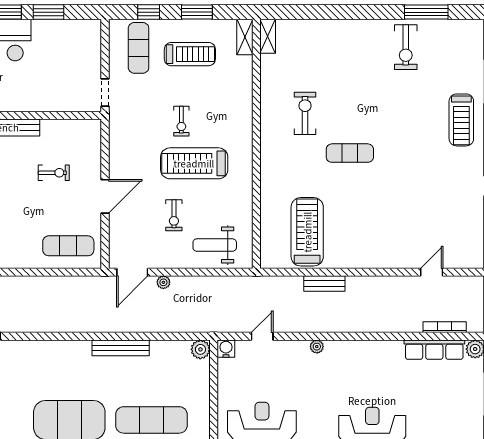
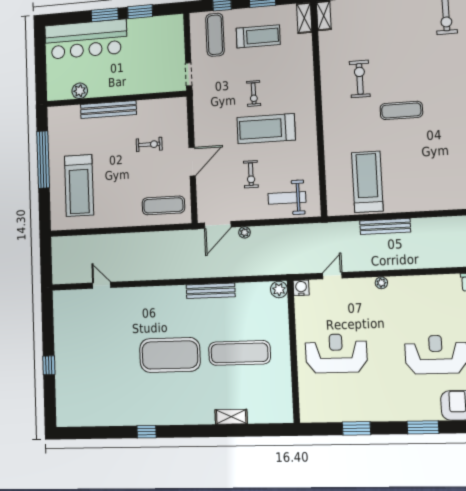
bench: (324, 284) -> (385, 226), width x1.36

